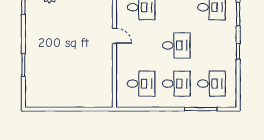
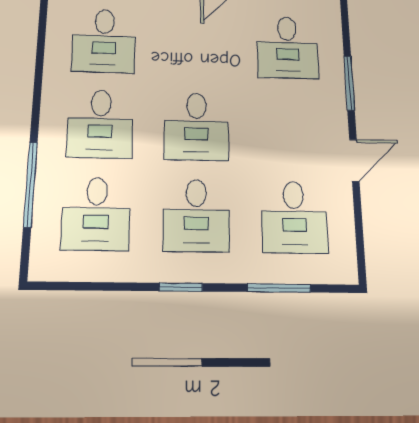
desk: (211, 45) -> (196, 215), added

